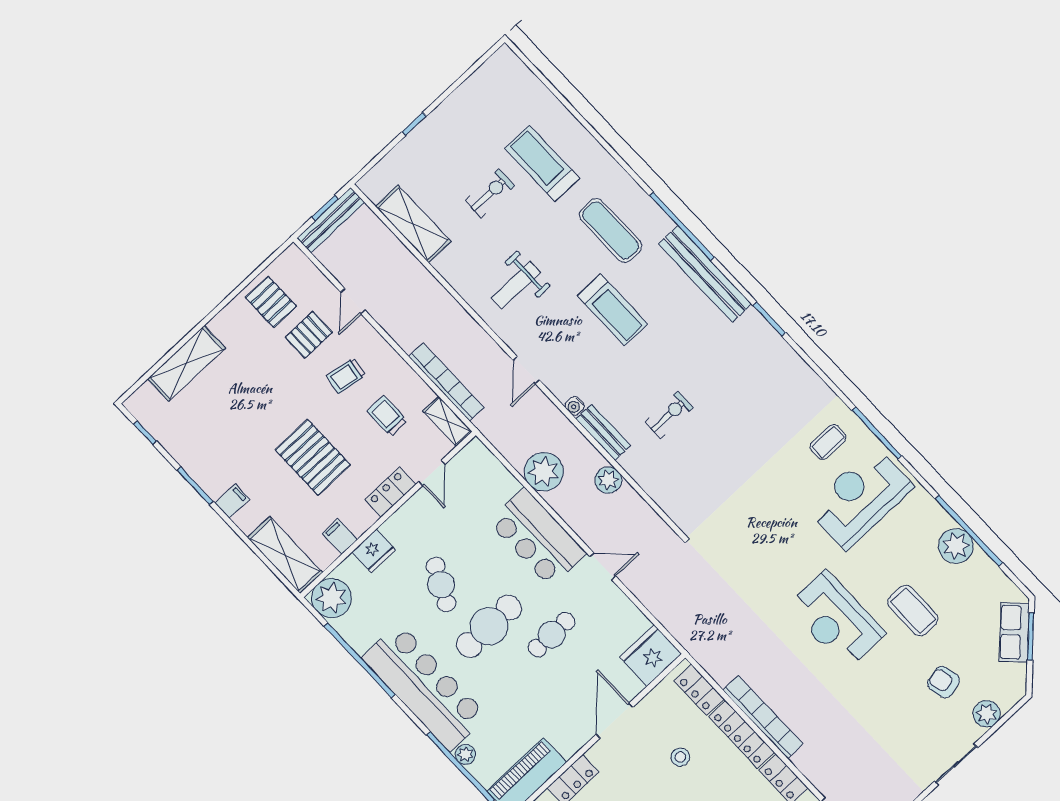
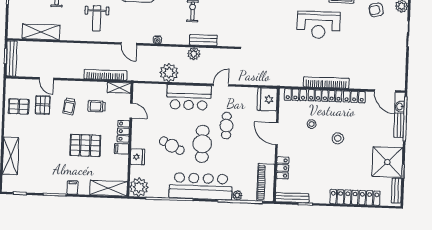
bench: (603, 432) -> (203, 40), moved
filing cabinet: (340, 536) -> (122, 149), moved

